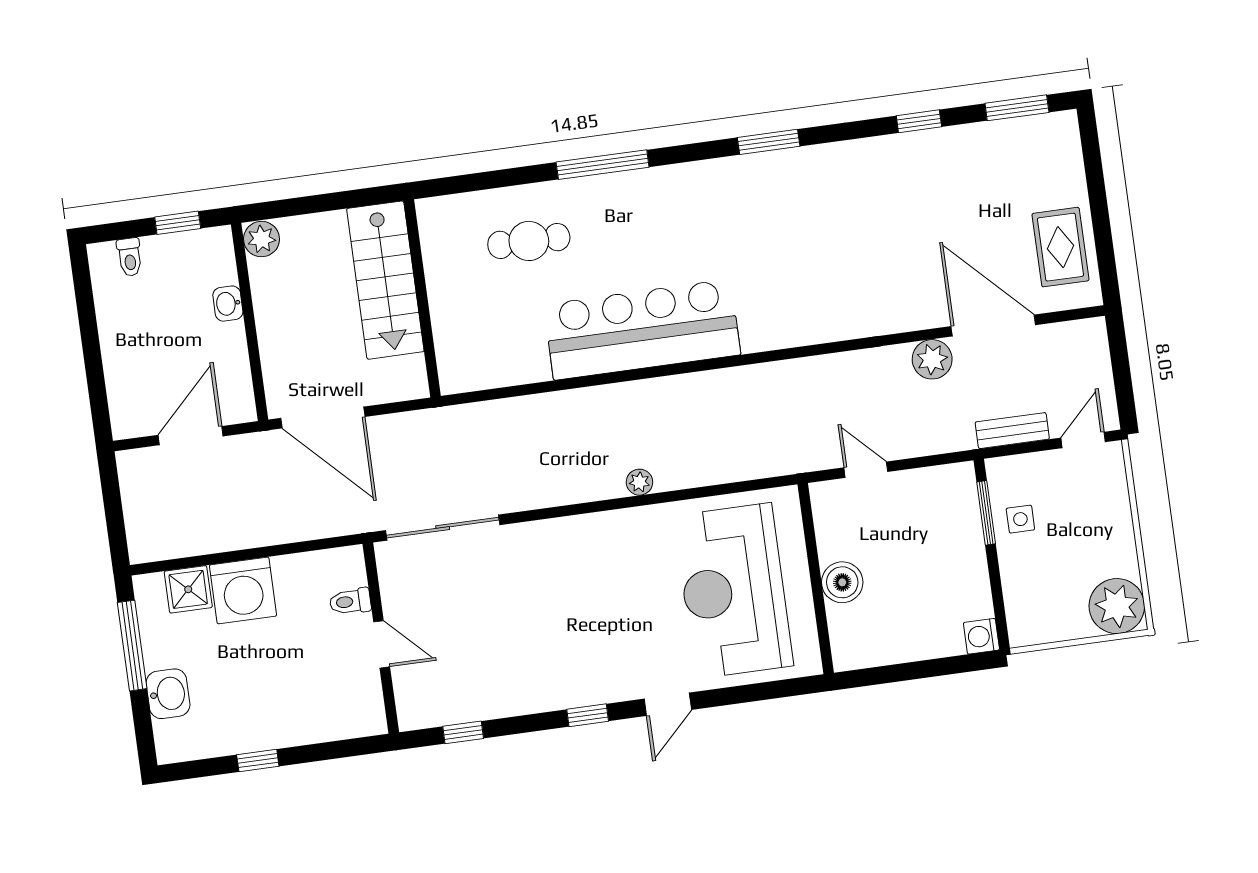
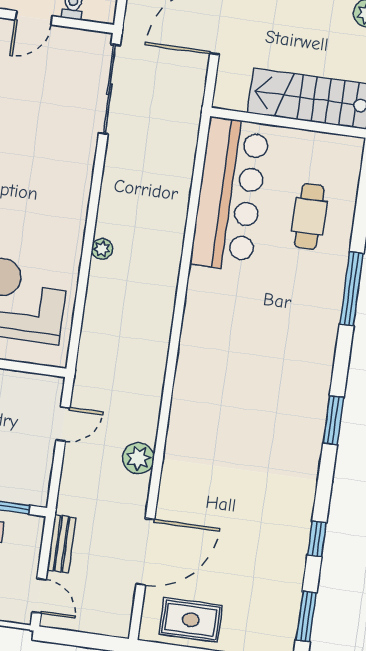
bar counter: (642, 330) -> (230, 194), moved
plant: (932, 359) -> (138, 458), moved

